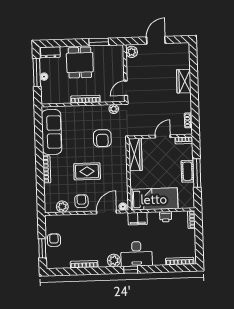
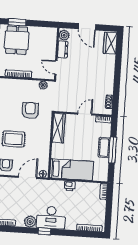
door: (156, 40) -> (87, 27), swing flipped
window: (99, 42) -> (17, 22), moved
dresser: (132, 68) -> (63, 50), added
wardrobe: (184, 81) -> (110, 43), moved
door: (126, 88) -> (56, 67), hinge flipped
armchair: (102, 138) -> (30, 110), turned 180
printer: (166, 217) -> (70, 186), moved
filing cabinet: (138, 219) -> (55, 186), removed

